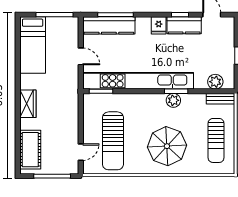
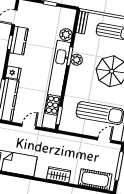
fridge: (159, 25) -> (13, 73), moved
plant: (215, 82) -> (66, 35), moved
door: (81, 152) -> (104, 140), hinge flipped

